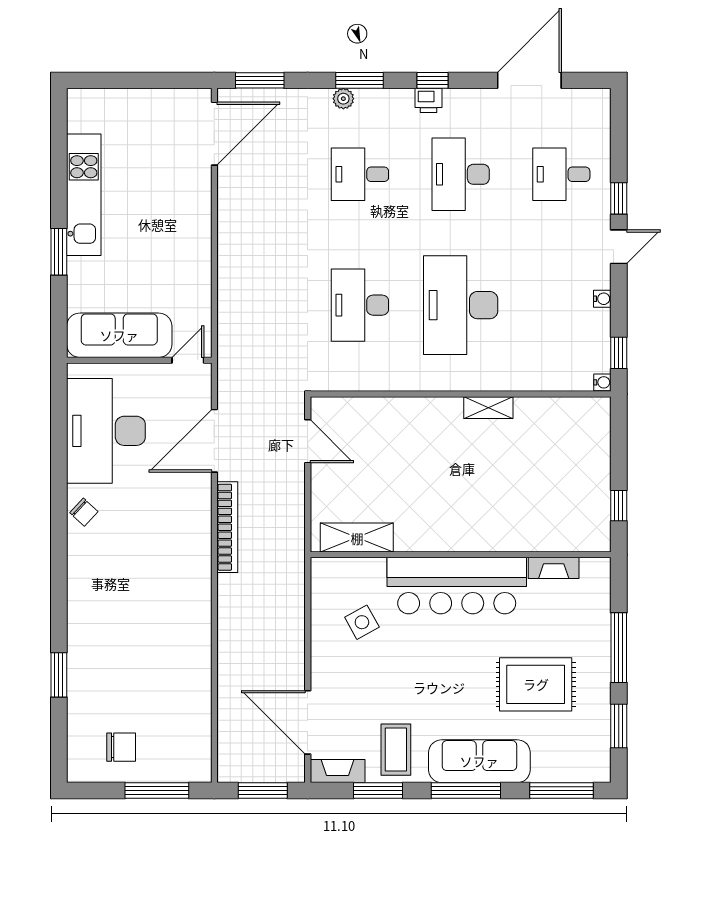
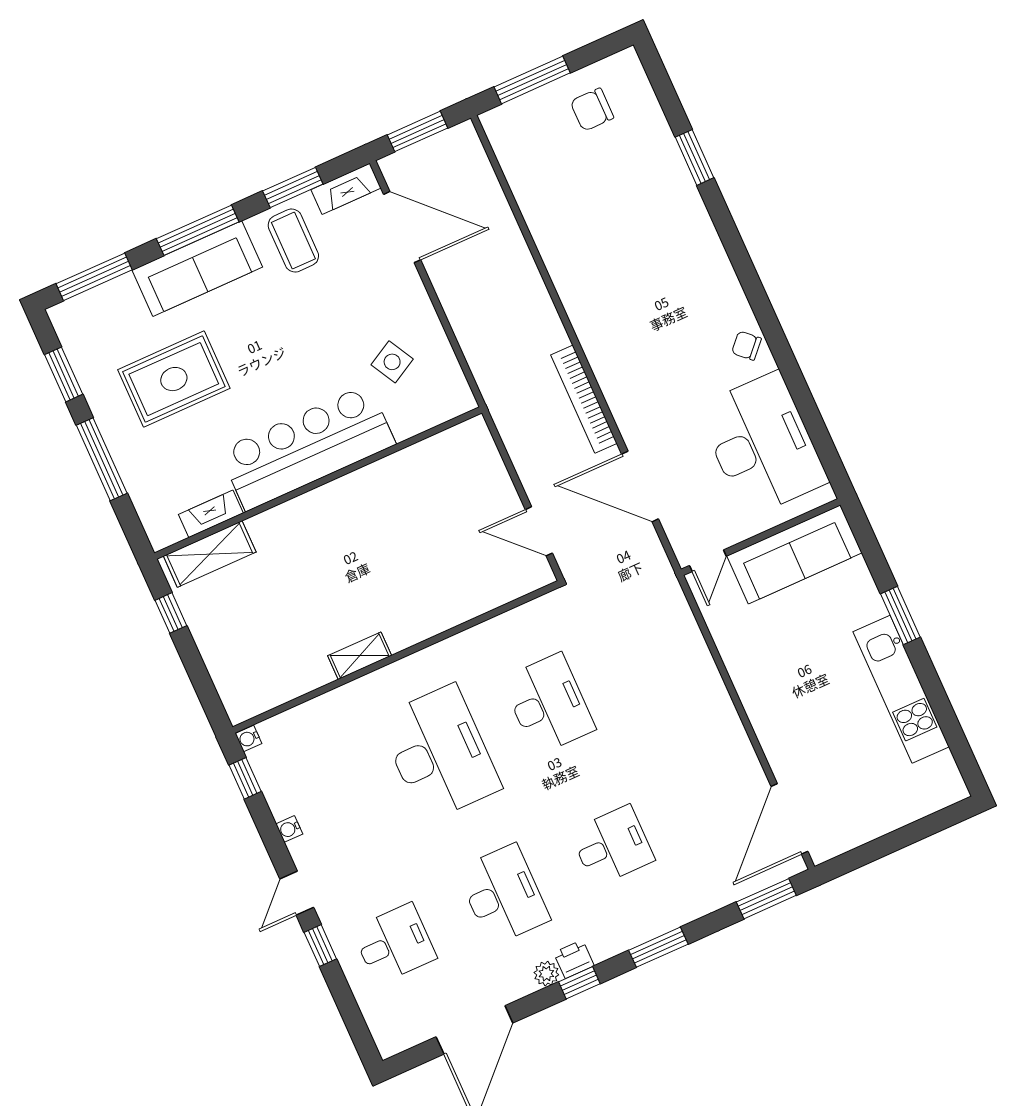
plant: (343, 99) -> (546, 974), moved
door: (214, 441) -> (640, 487), swing flipped
shelving: (357, 538) -> (210, 554), moved

